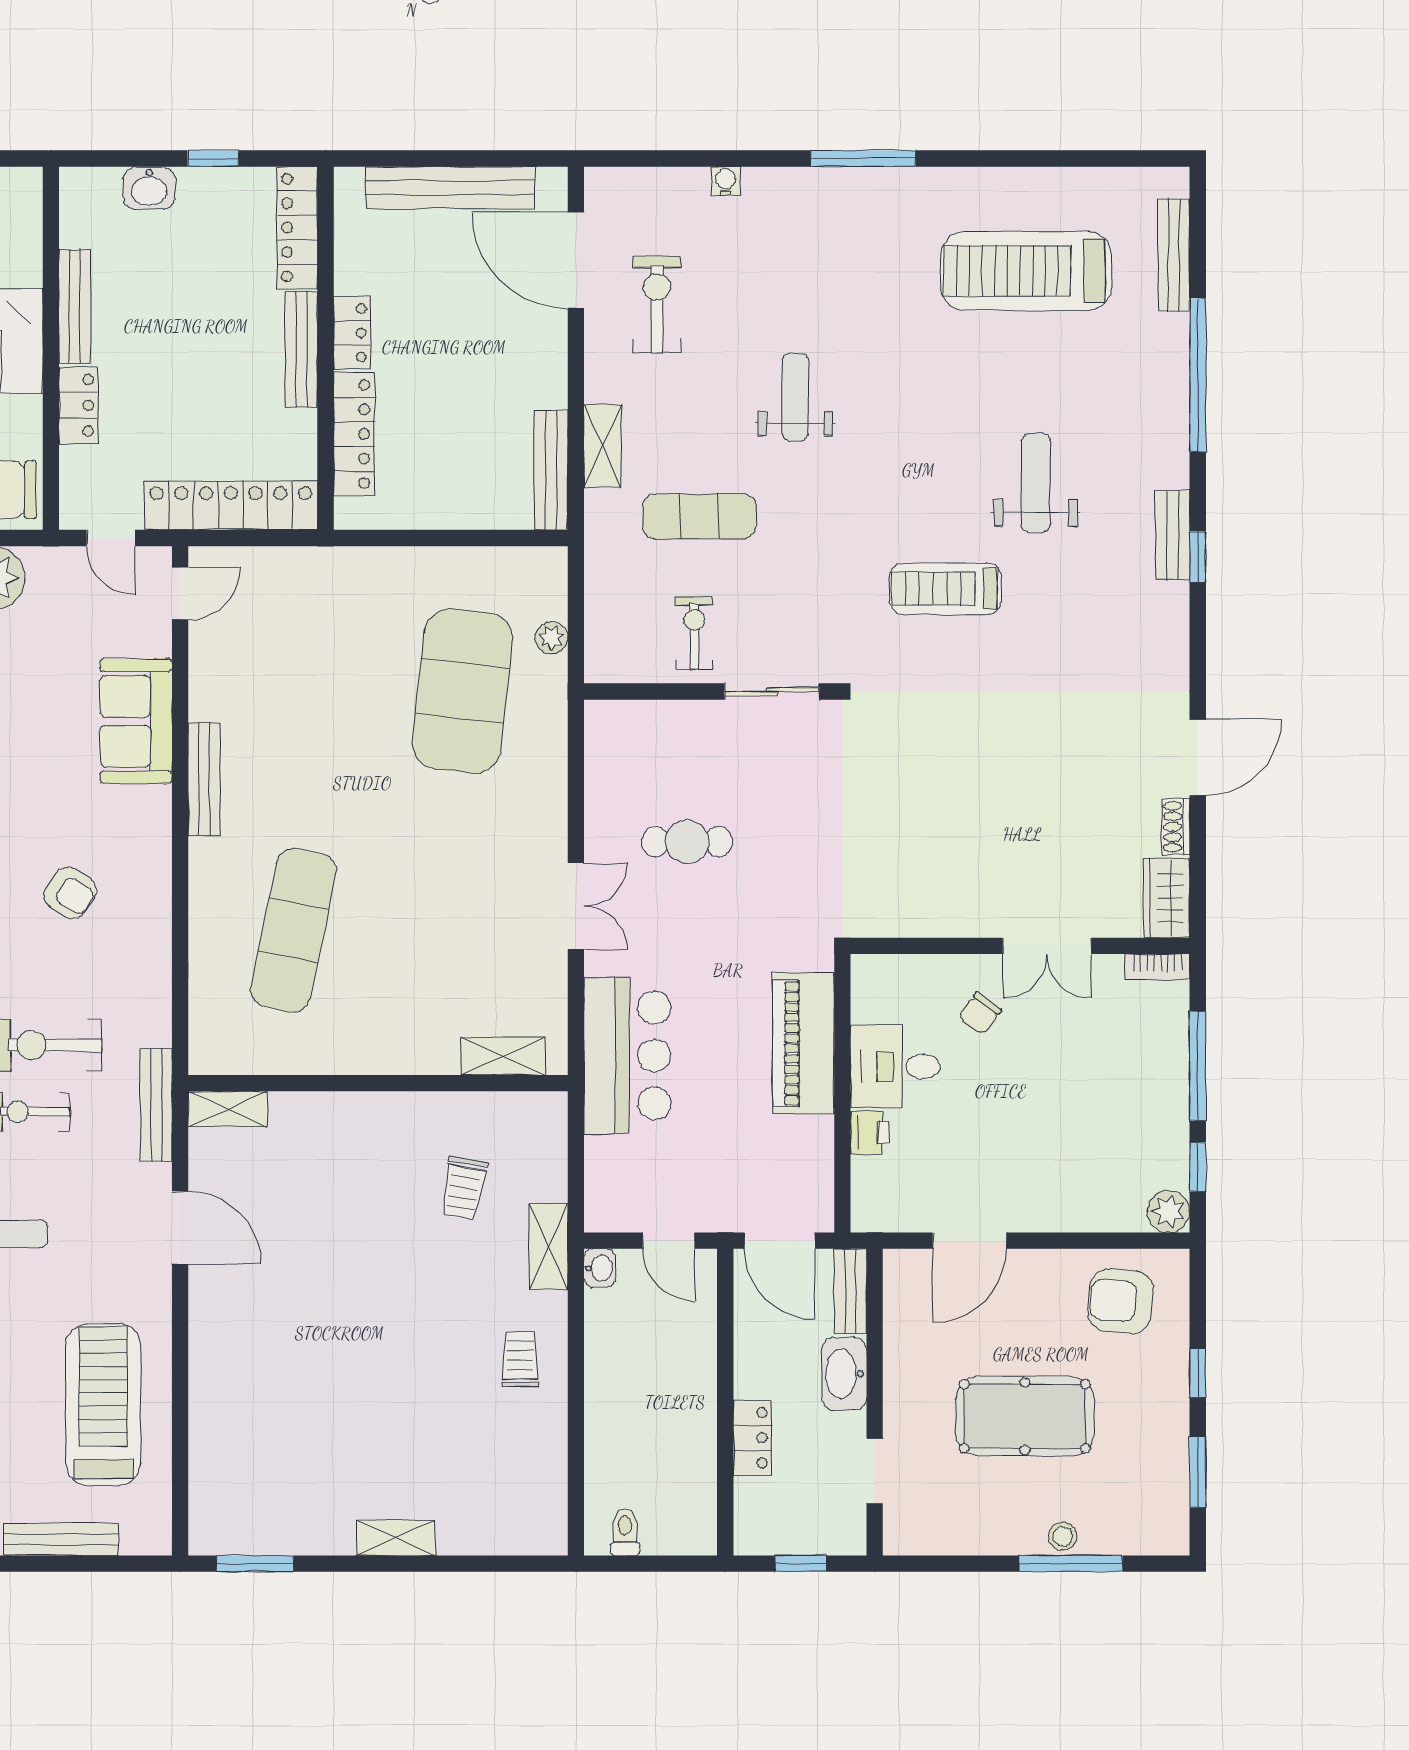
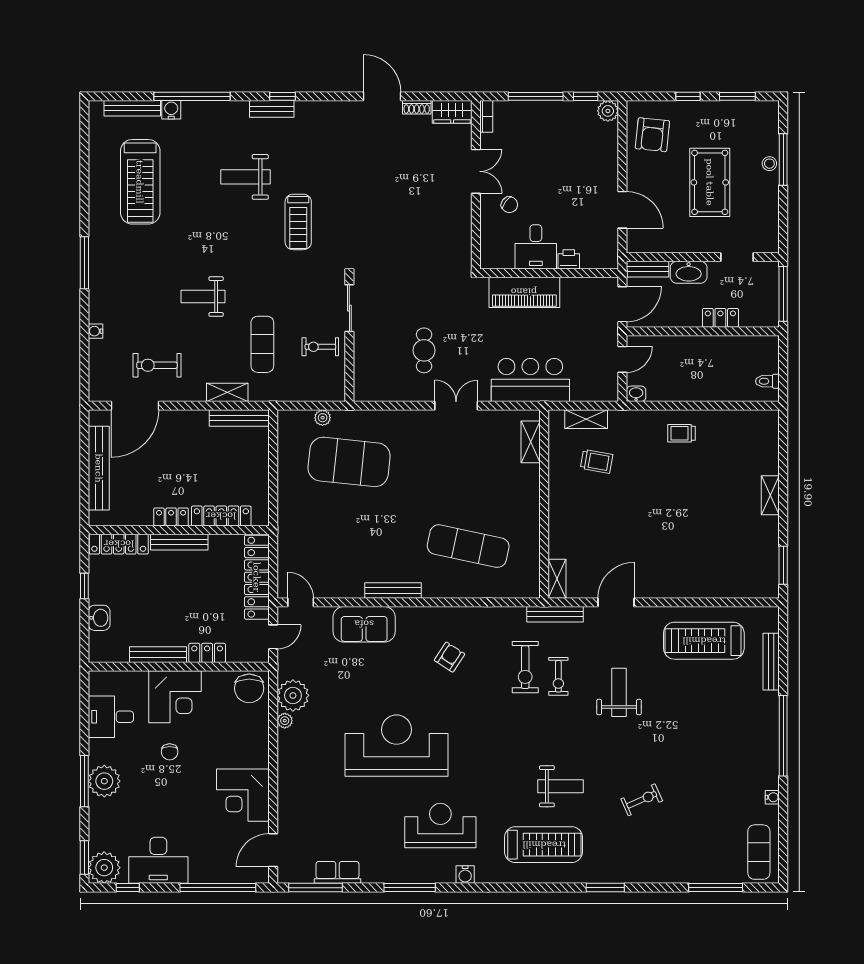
water cooler: (1171, 333) -> (171, 110), added
shelving: (549, 1246) -> (586, 419), moved
window: (801, 1564) -> (783, 294), width x2.17

